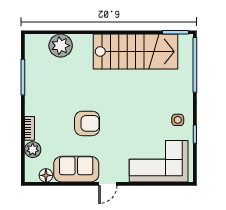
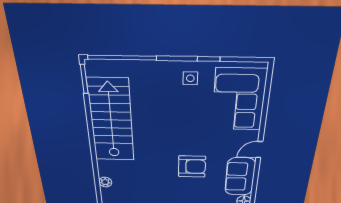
plant: (61, 46) -> (105, 182), width x0.53, depth x0.53
armchair: (87, 123) -> (192, 166), turned 90
door: (108, 184) -> (259, 150), swing flipped

